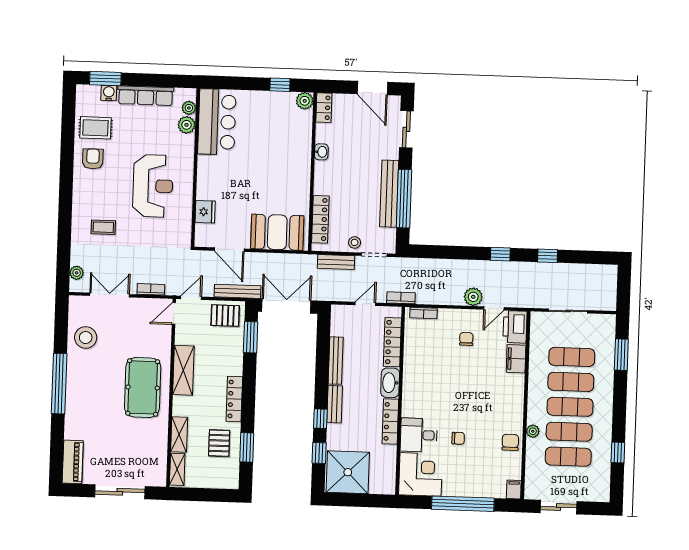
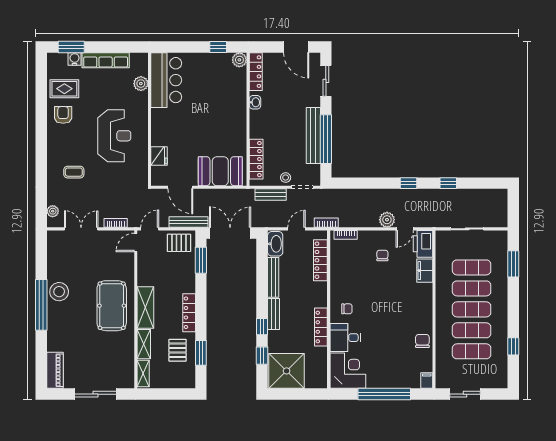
plant: (189, 108) -> (142, 69), removed
locker: (324, 108) -> (256, 72), width x1.53
stool: (86, 338) -> (59, 292), moved
shelving: (183, 370) -> (145, 307), moved
washbasin: (390, 383) -> (275, 244), moved, turned 180
plant: (533, 431) -> (441, 331), removed
chair: (458, 438) -> (347, 309), moved

